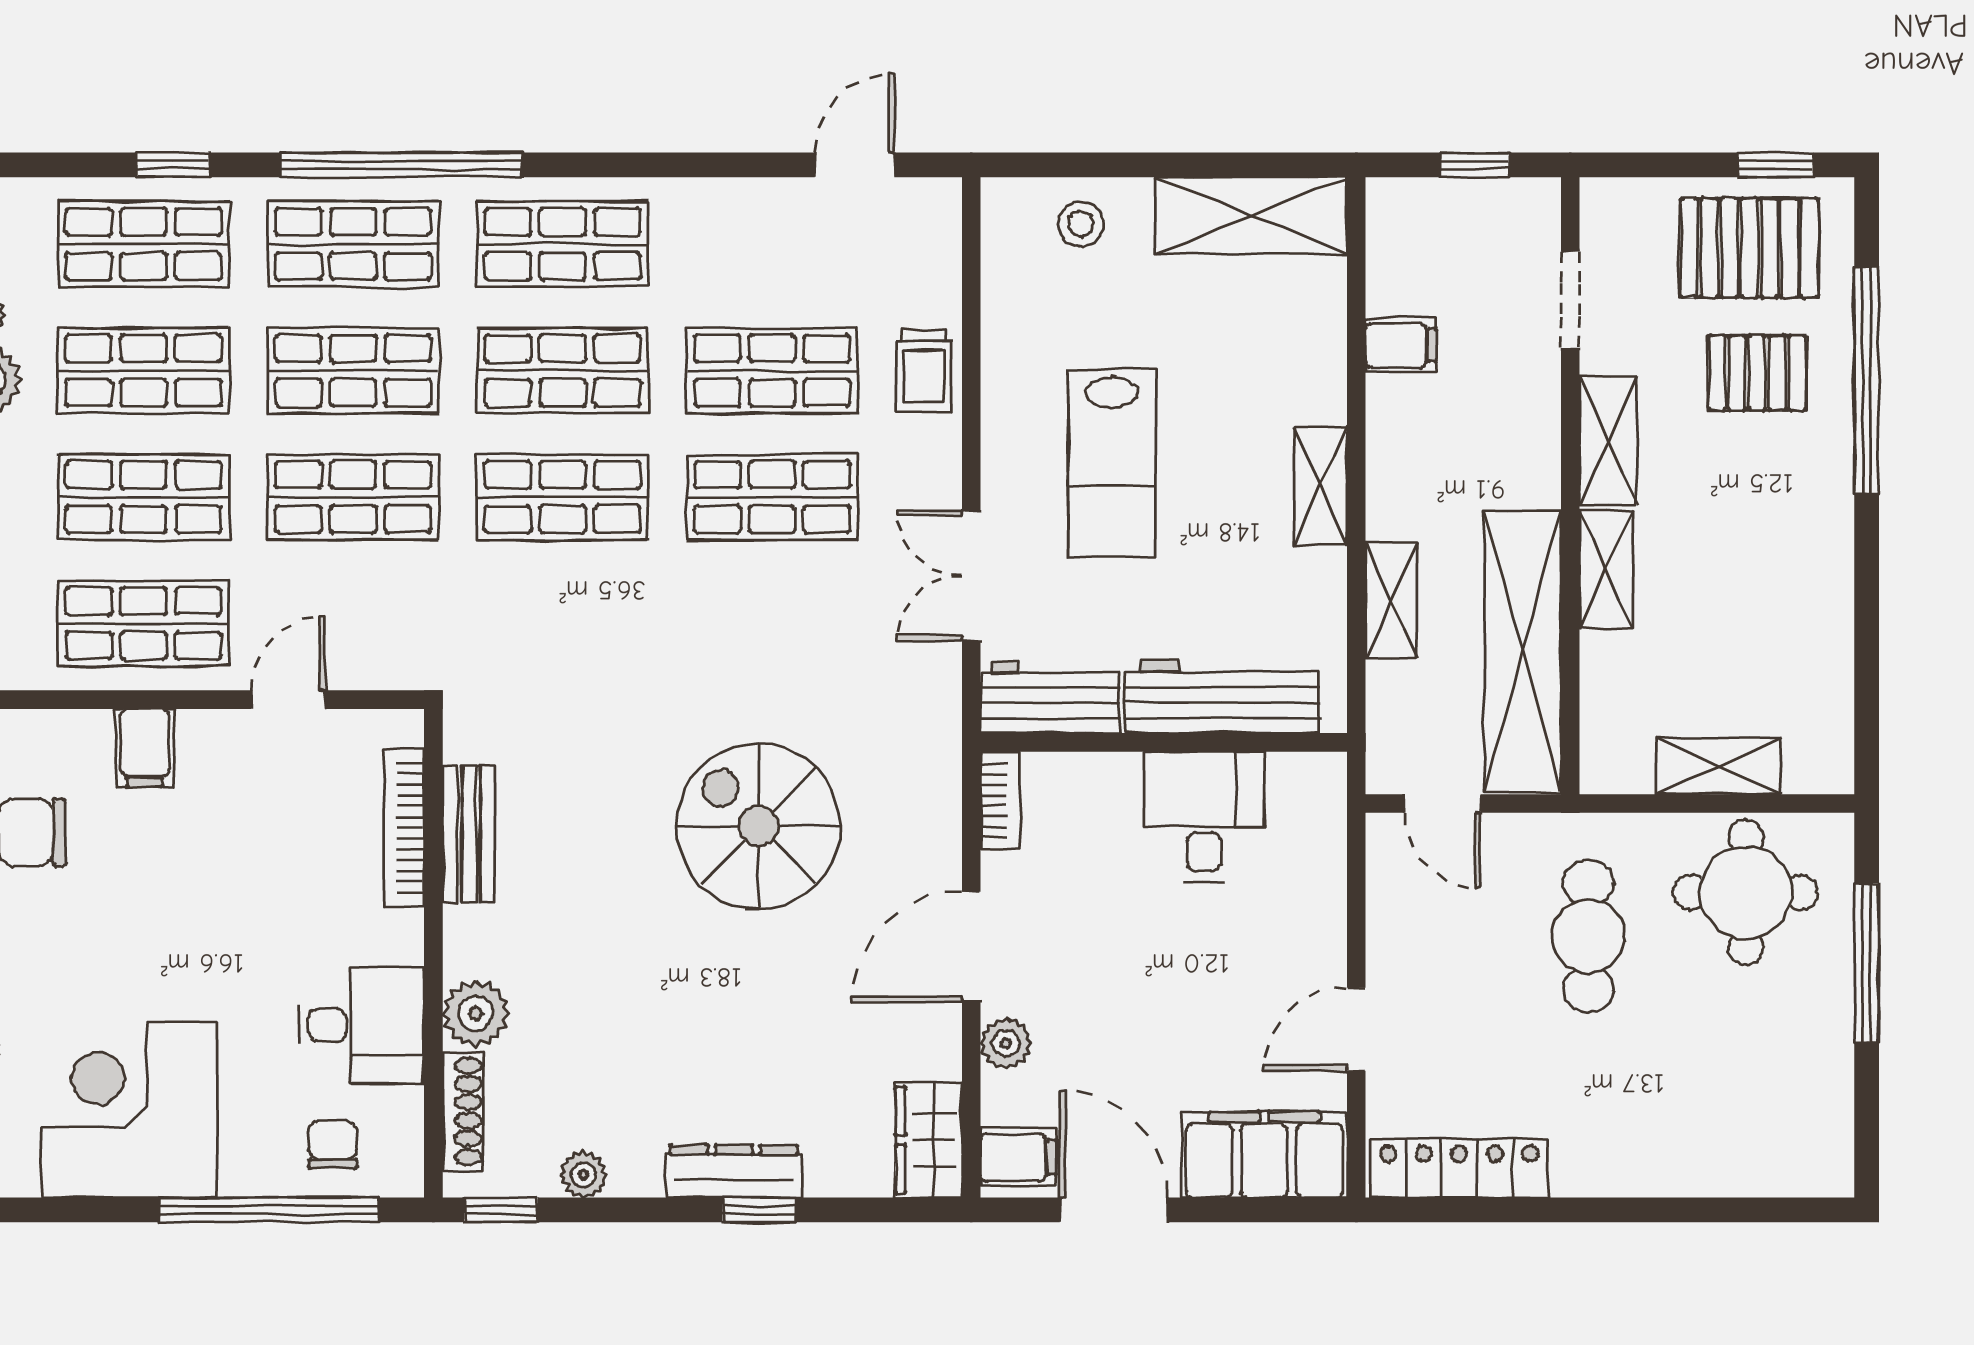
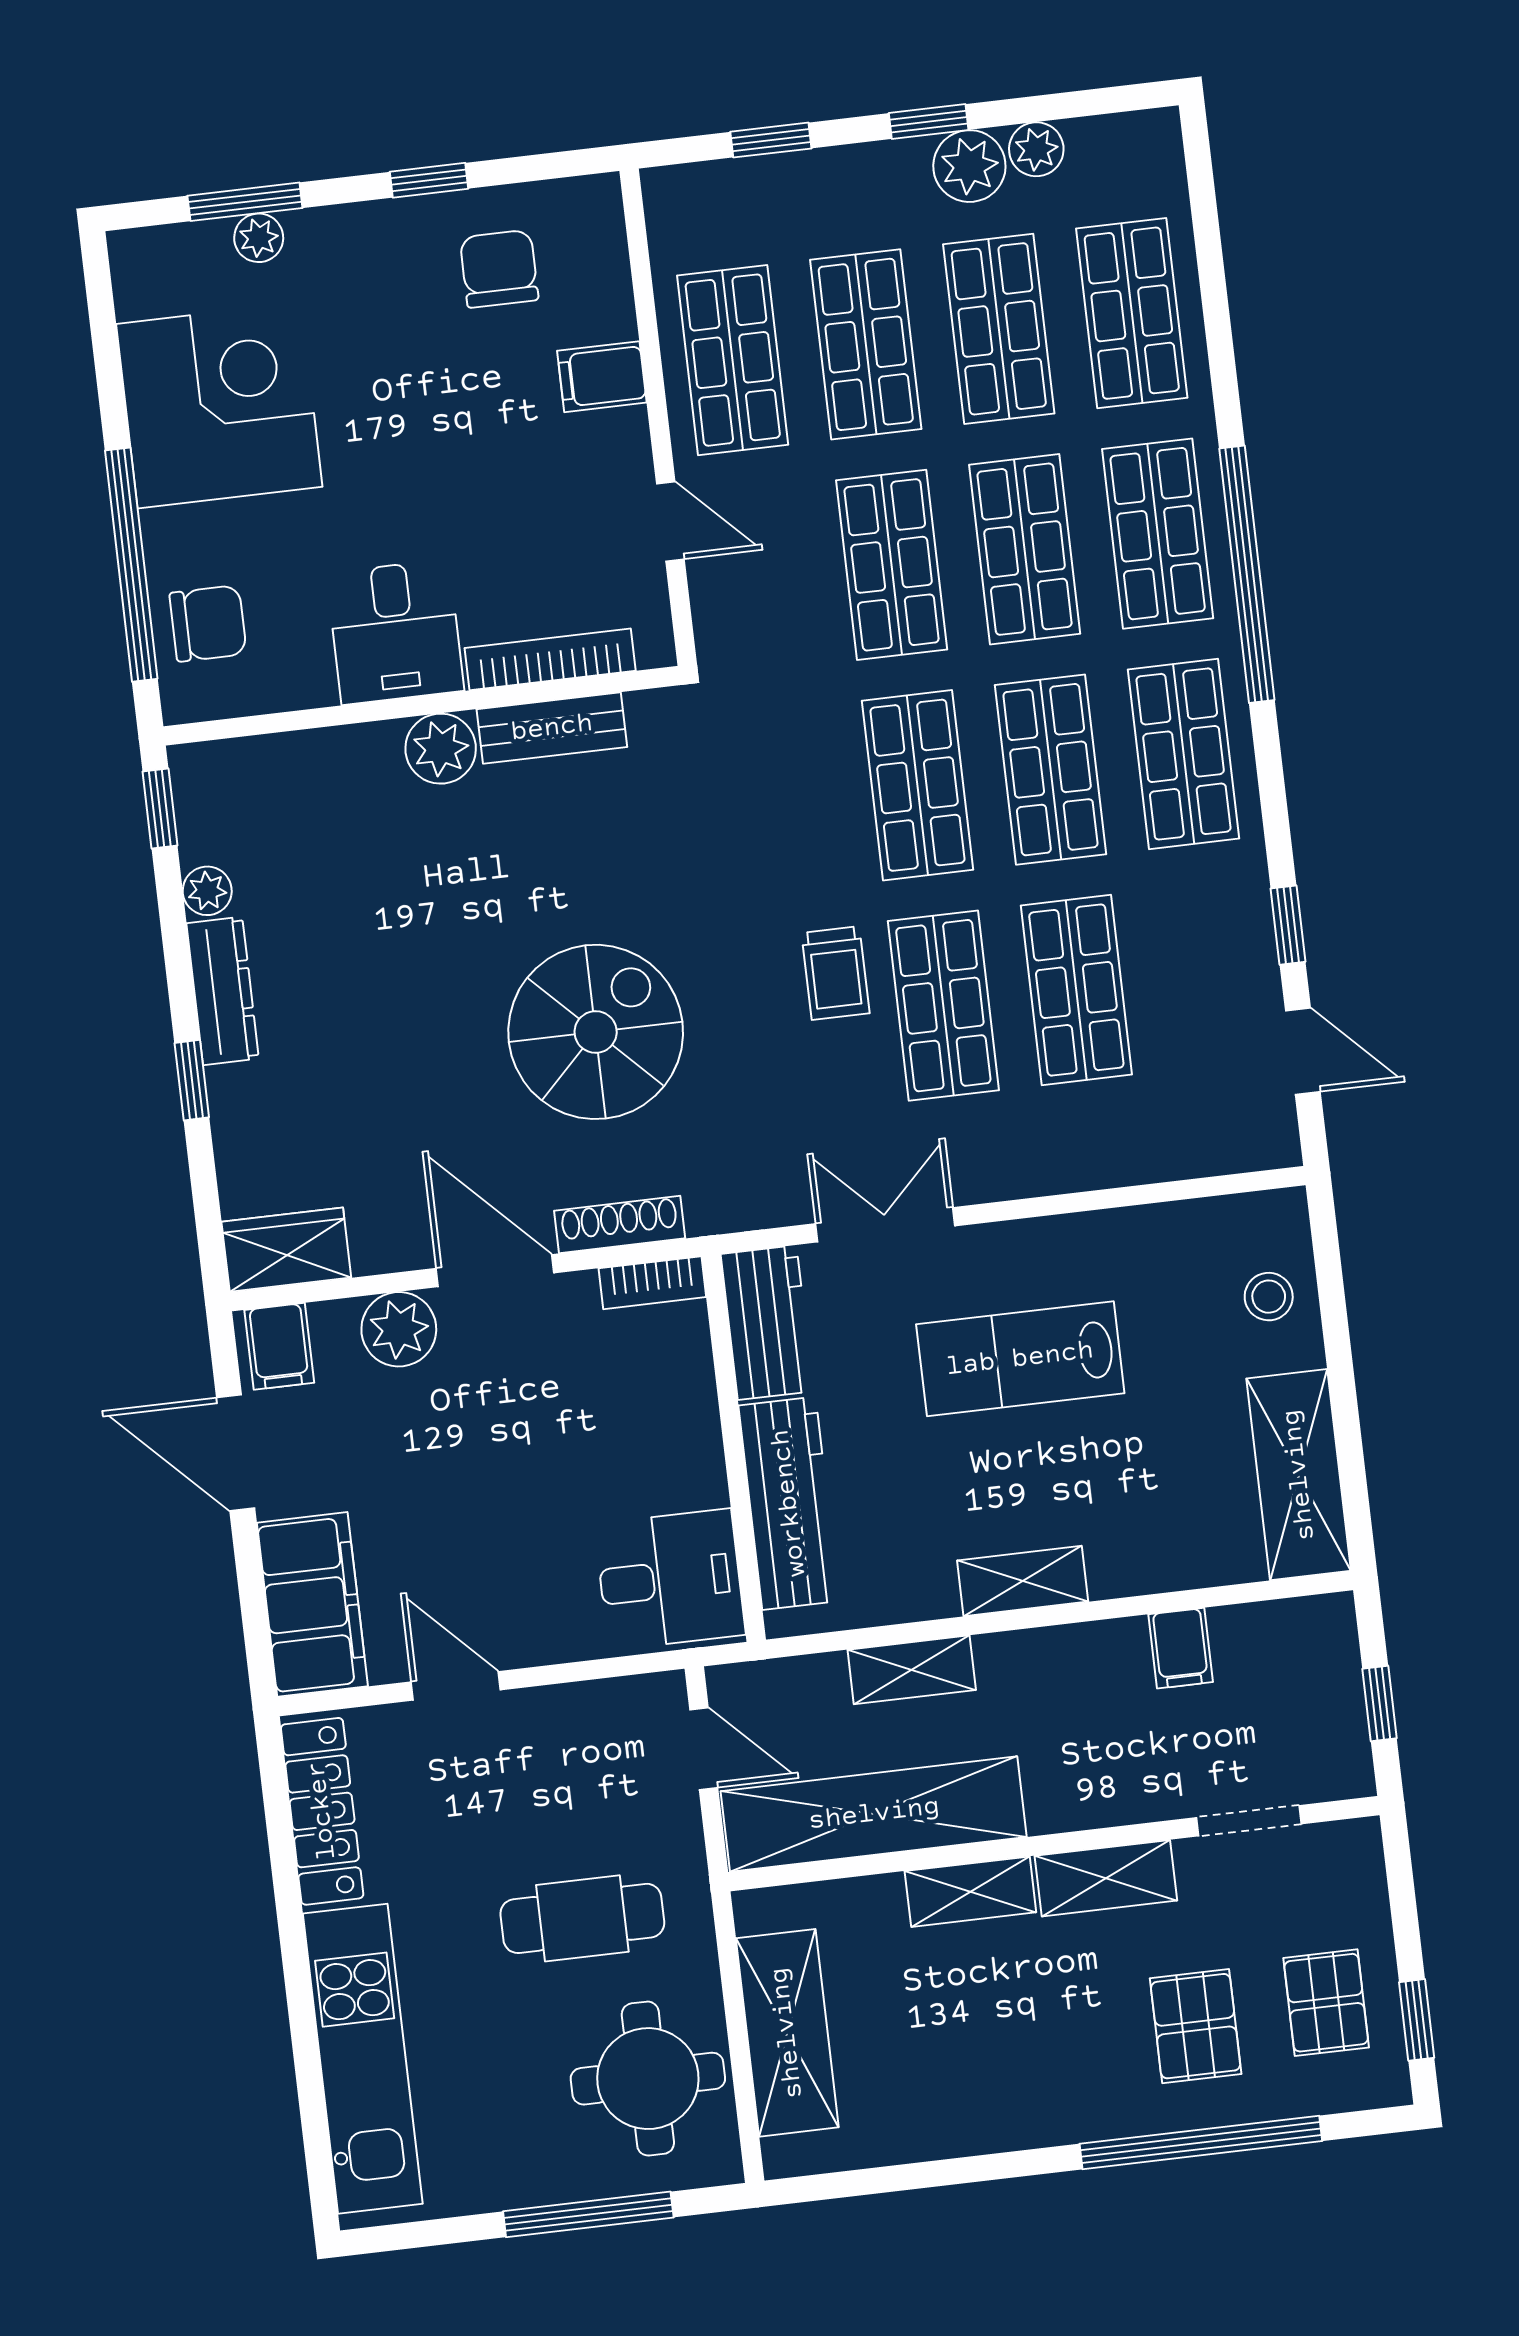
window: (173, 165) -> (1288, 925), moved
pallet: (1749, 248) -> (1326, 2003), width x0.67, depth x0.71
trolley: (924, 371) -> (836, 973), moved, turned -90
shelving: (1718, 766) -> (787, 2033), width x1.50, depth x1.33
door: (1443, 804) -> (704, 1749), swing flipped
desk: (1204, 817) -> (670, 1579), moved
plant: (476, 1013) -> (441, 749), moved
desk: (361, 1025) -> (395, 632), moved
plant: (1006, 1043) -> (399, 1329), width x1.38, depth x1.38
shoe rack: (463, 1111) -> (620, 1224), moved, turned 180
chair: (333, 1145) -> (208, 623), width x1.37, depth x1.37
kitchen unit: (1696, 1158) -> (363, 2059), added
dresser: (734, 1171) -> (223, 991), moved
door: (1114, 1210) -> (236, 1453), swing flipped

